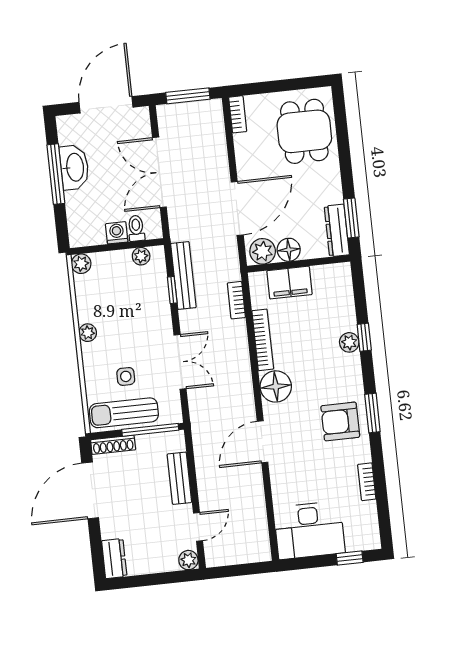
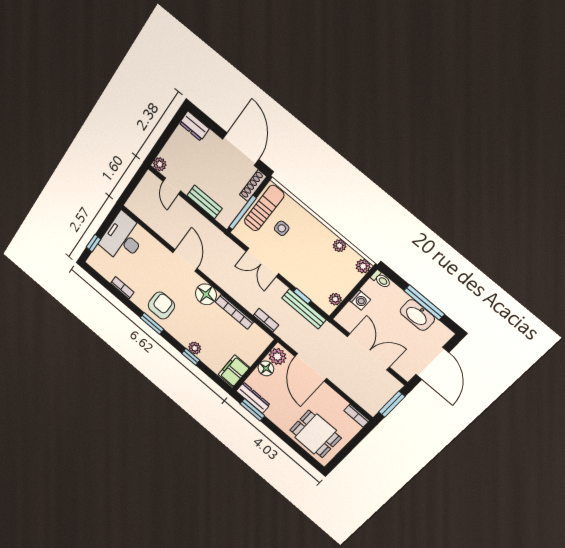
toilet: (136, 228) -> (381, 279), moved
filing cabinet: (289, 283) -> (234, 371), moved
plant: (88, 333) -> (340, 246), moved

